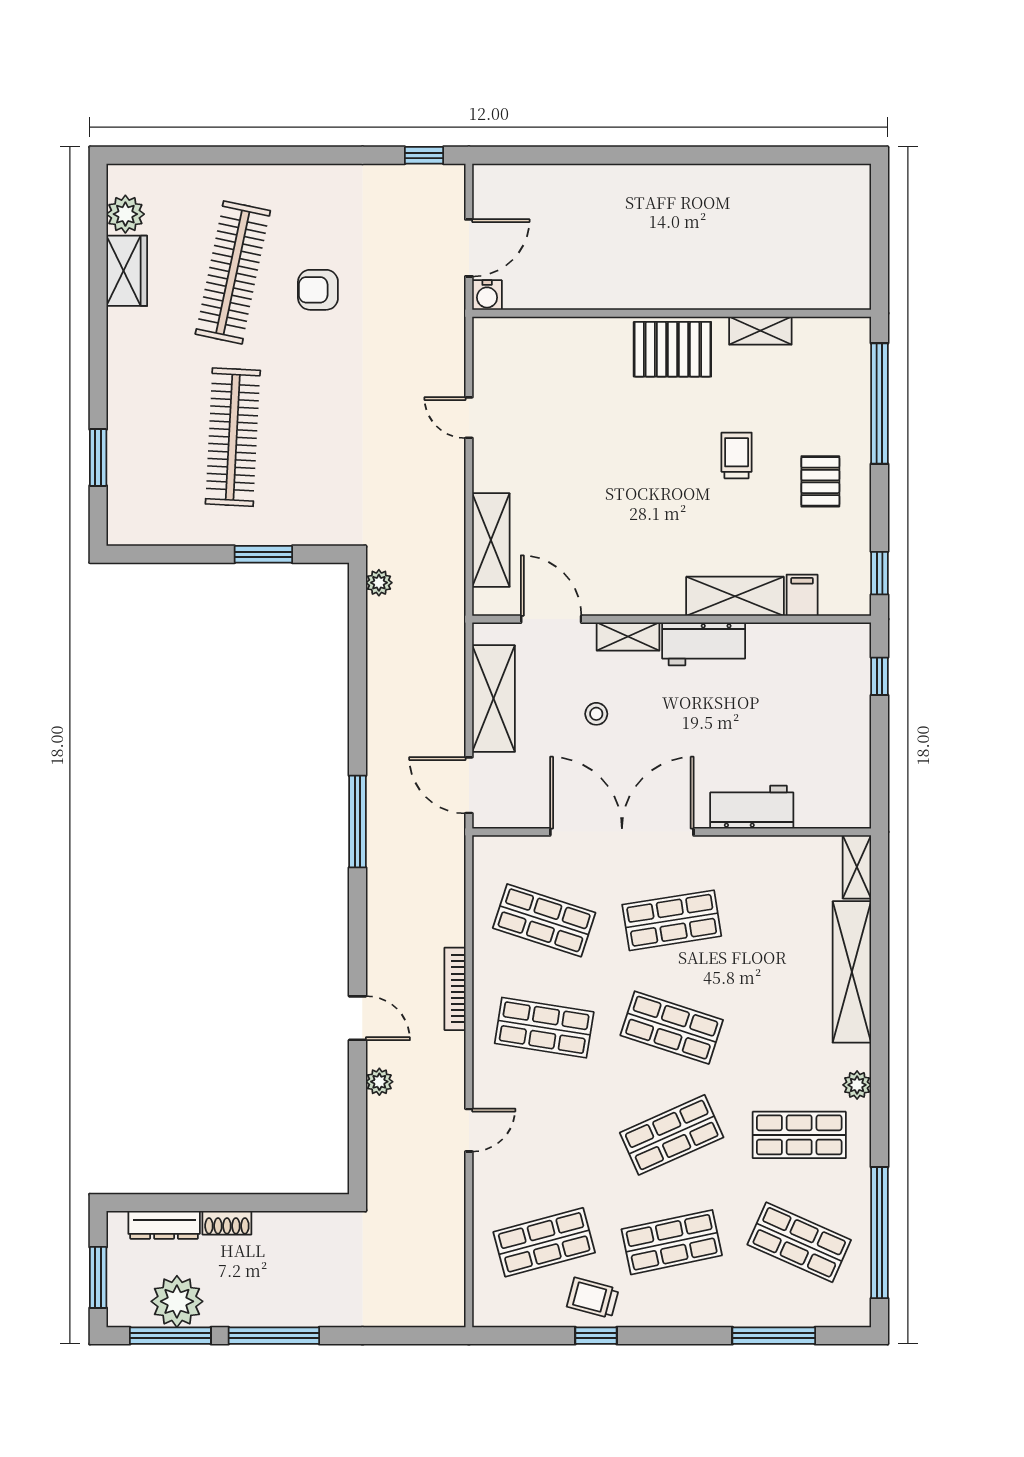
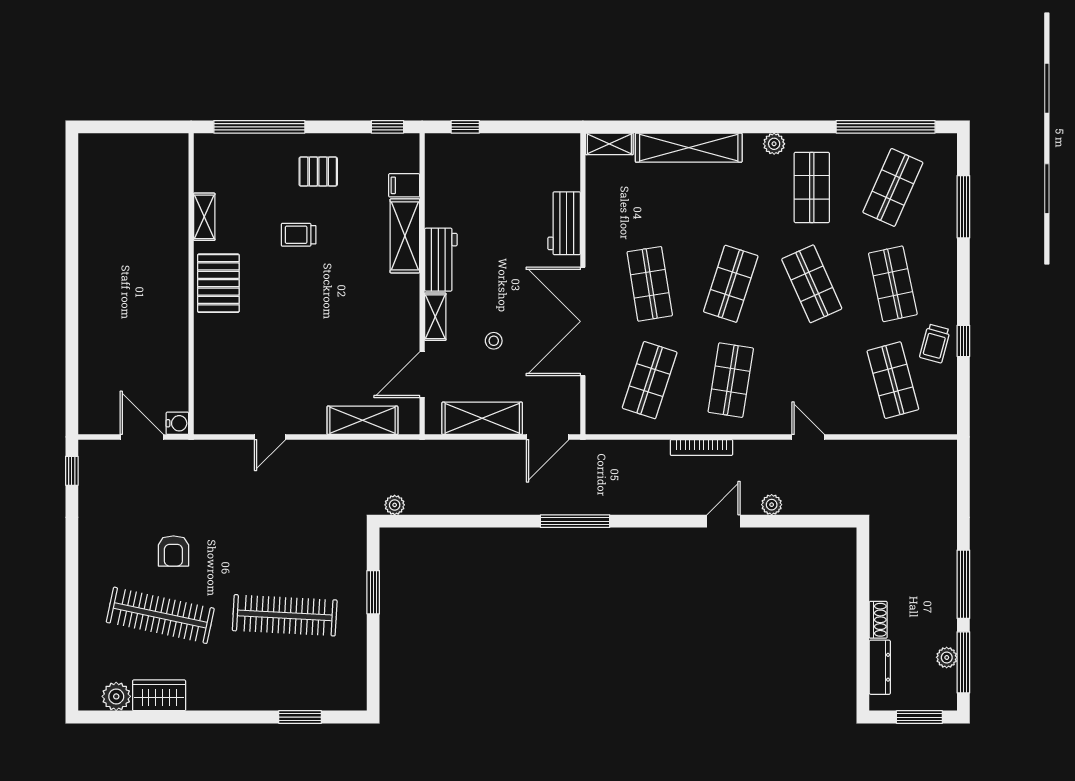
plant: (177, 1301) -> (947, 657), width x0.53, depth x0.53

